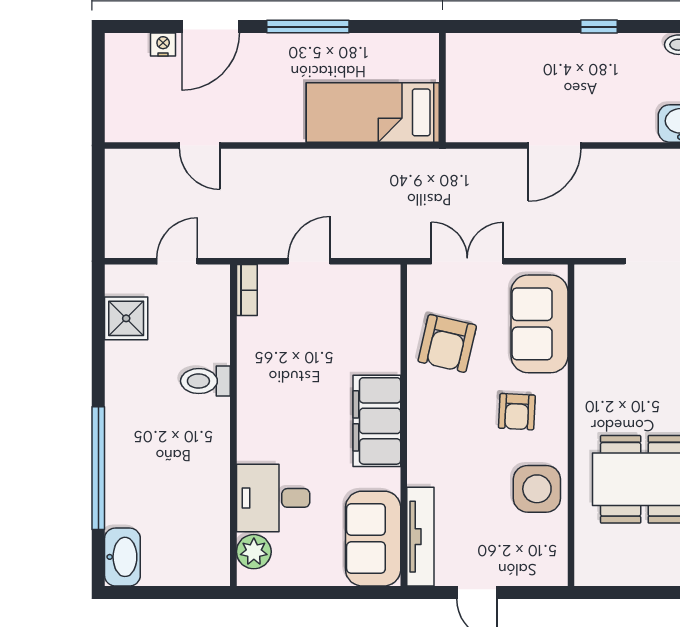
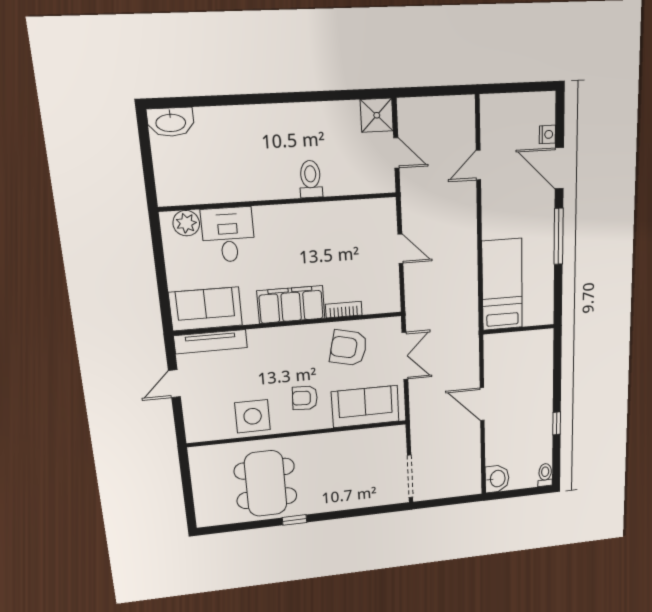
bookcase: (247, 290) -> (344, 310), moved, turned 180
shower: (126, 318) -> (377, 115), moved
window: (98, 468) -> (238, 100), removed

